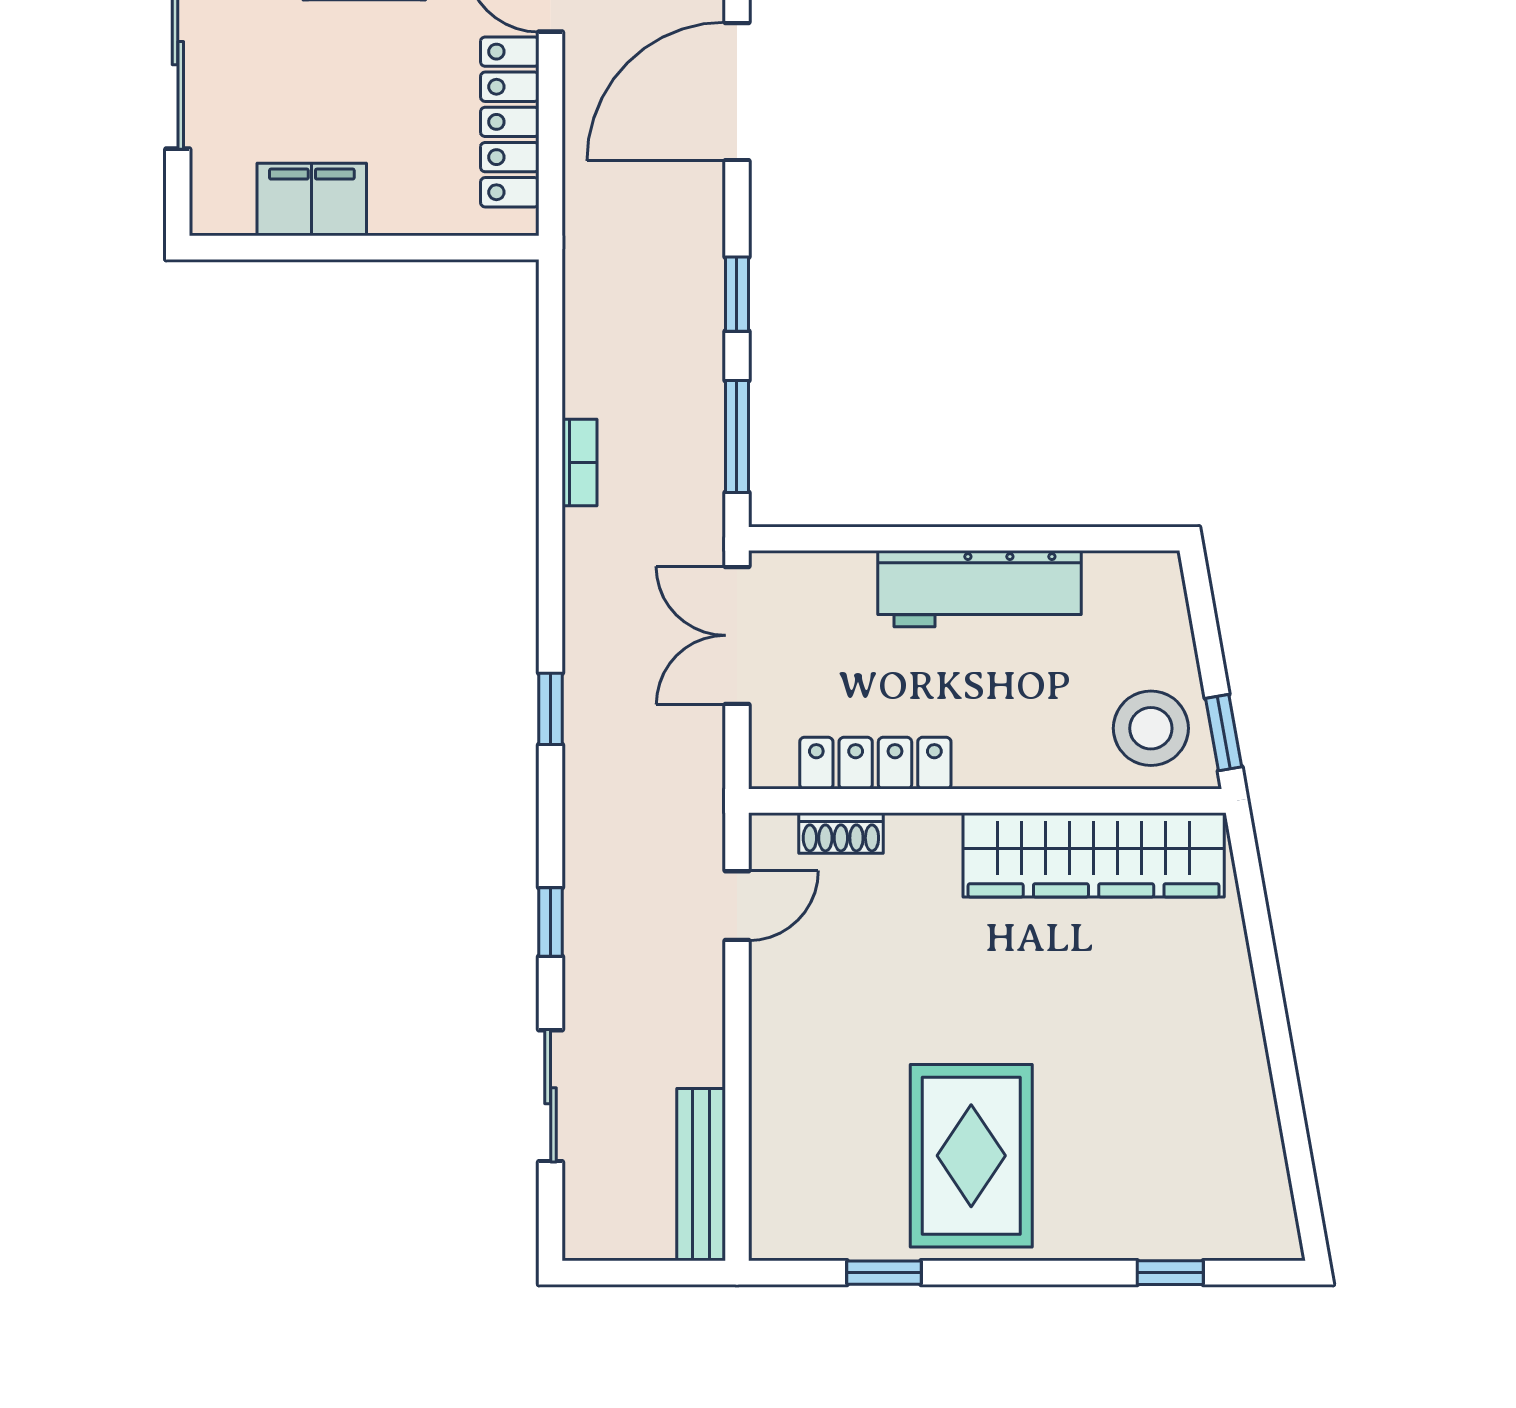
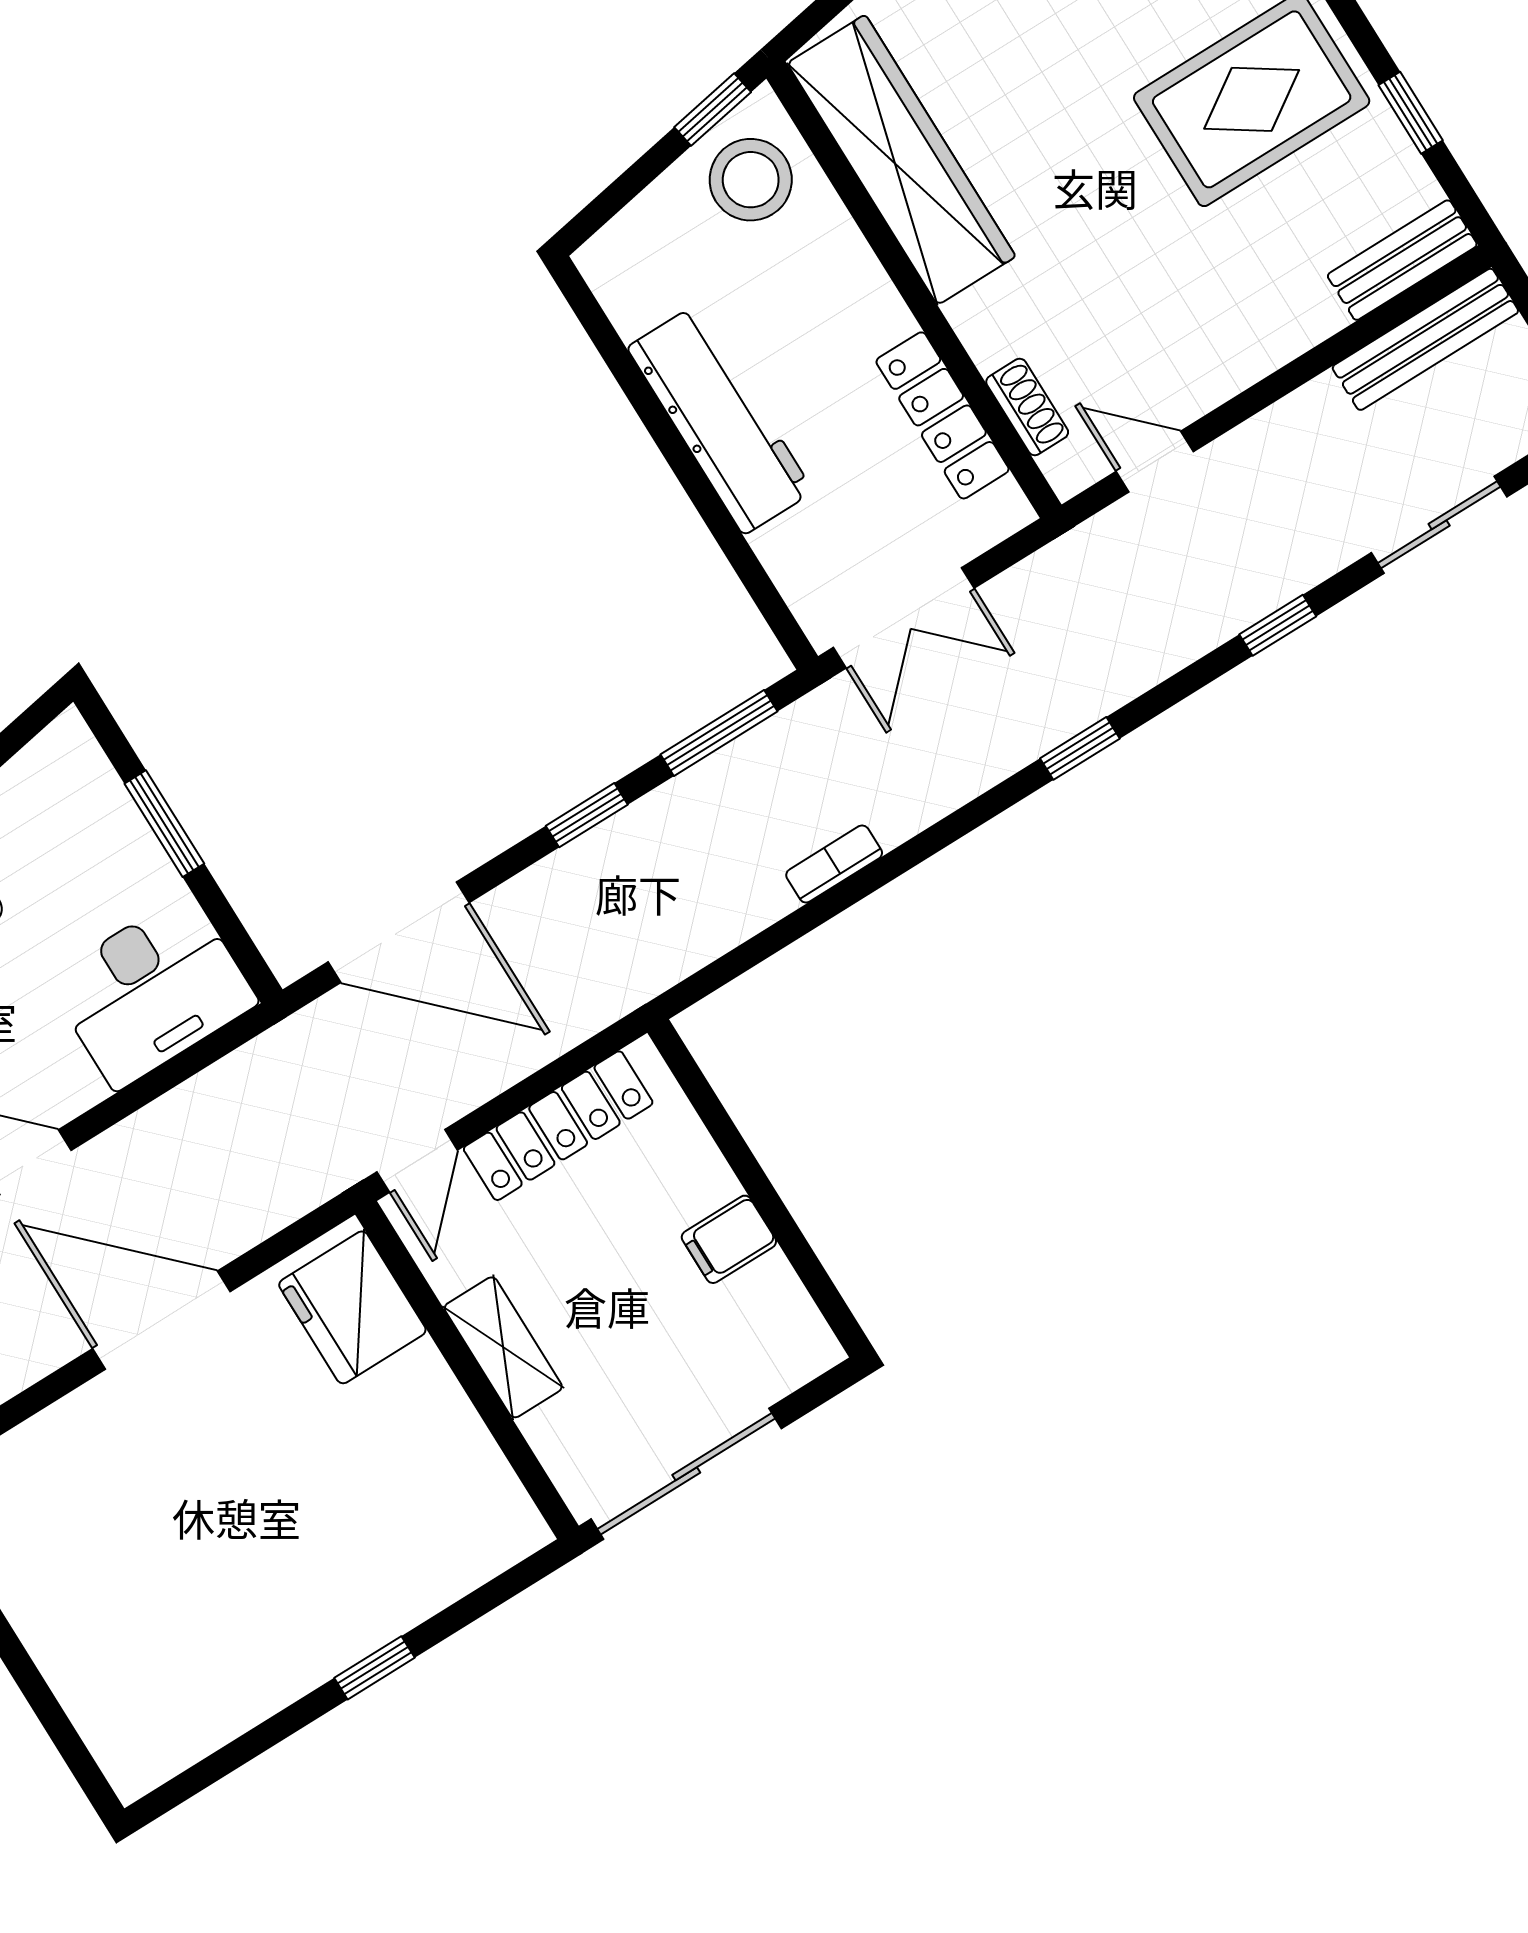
filing cabinet: (312, 200) -> (729, 1239), width x0.50
bench: (774, 1195) -> (1402, 260), added

